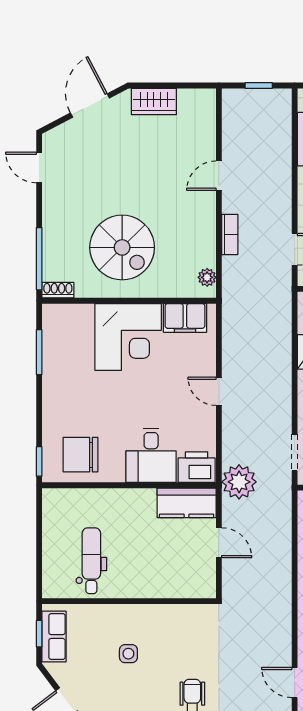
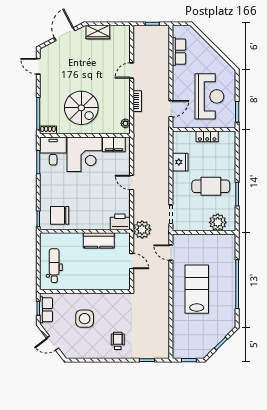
desk: (151, 455) -> (53, 151), moved, turned 180
kitchen counter: (187, 503) -> (99, 240), moved
dental chair: (91, 561) -> (54, 266), moved
side table: (128, 654) -> (85, 319), width x1.87, depth x1.87
door: (295, 683) -> (171, 253), moved

